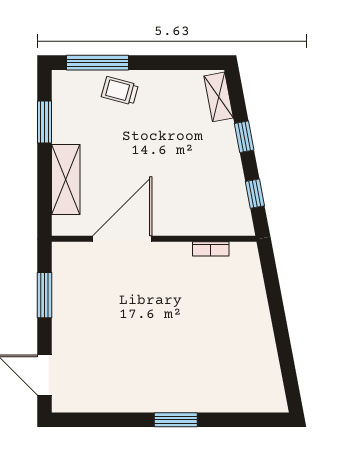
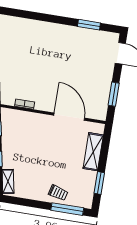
door: (122, 239) -> (69, 117), swing flipped
window: (176, 420) -> (89, 25), moved

